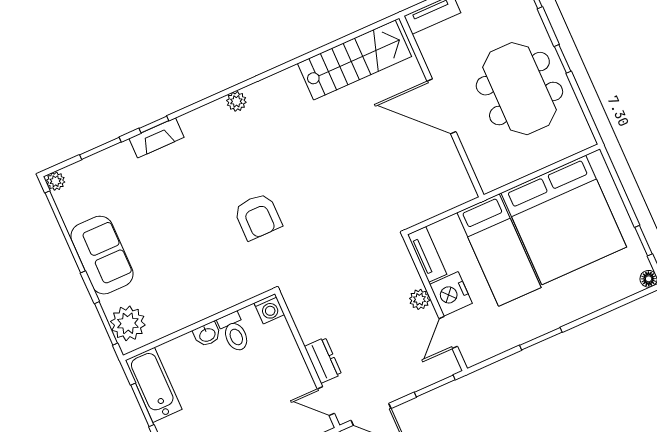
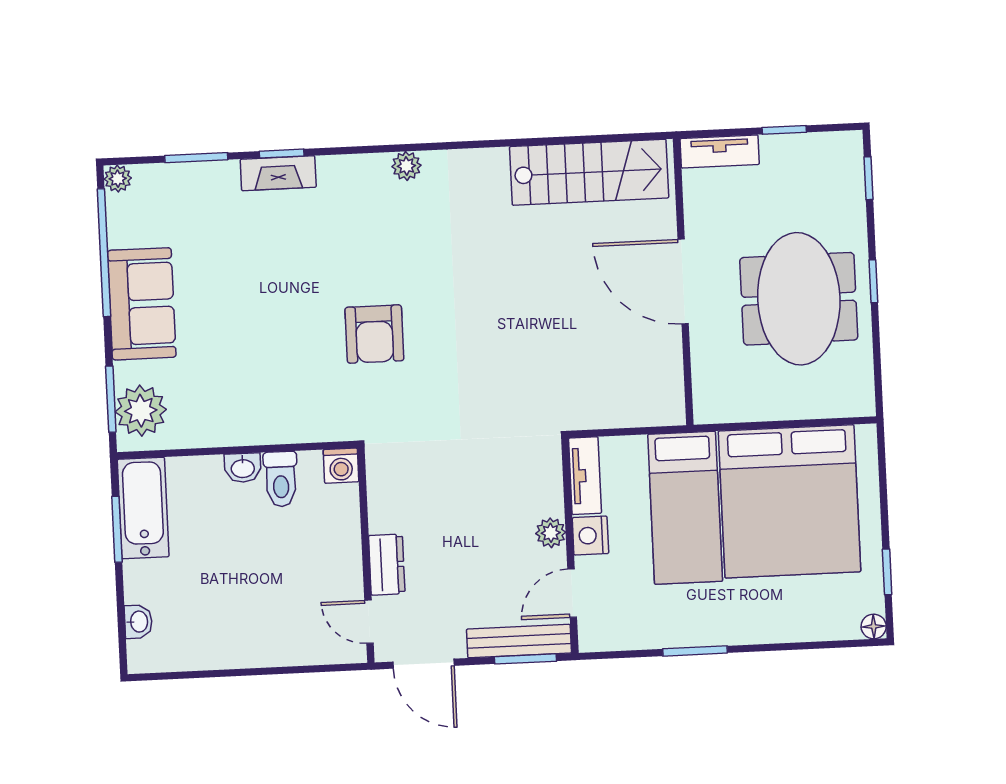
nightstand: (451, 294) -> (590, 536), width x0.74, depth x0.75
bench: (426, 376) -> (519, 641), added

